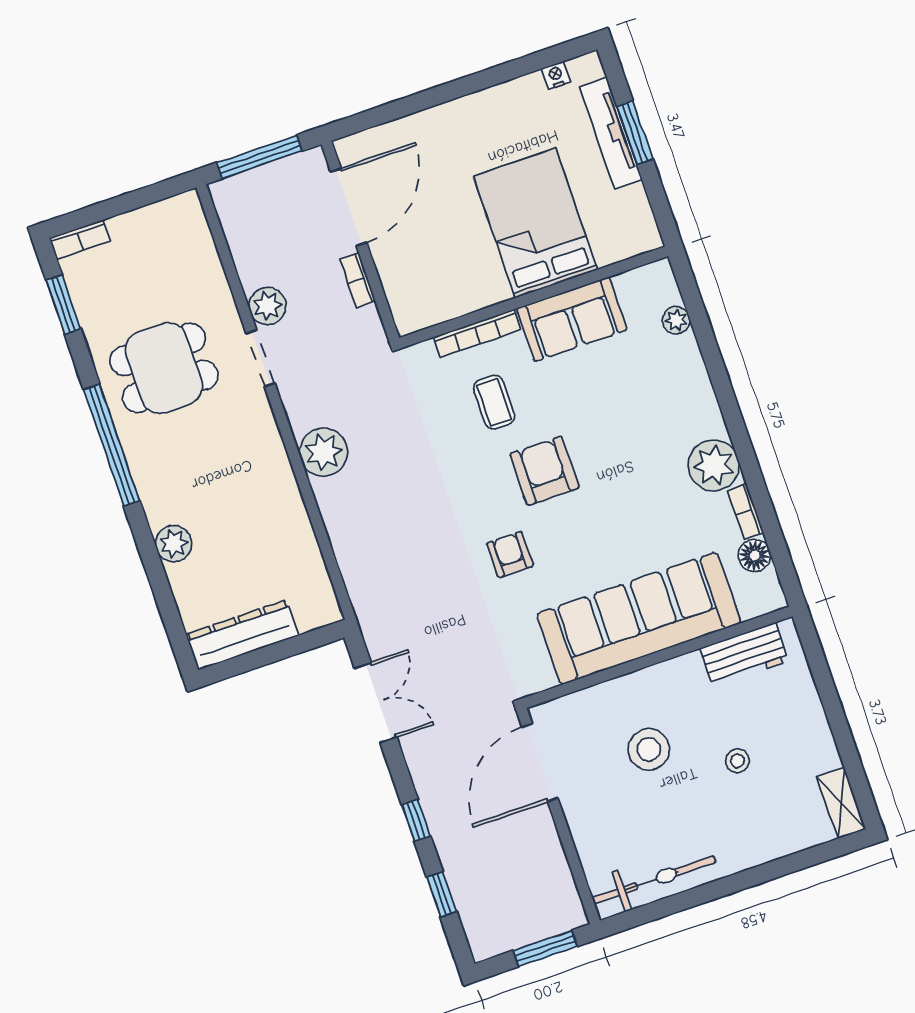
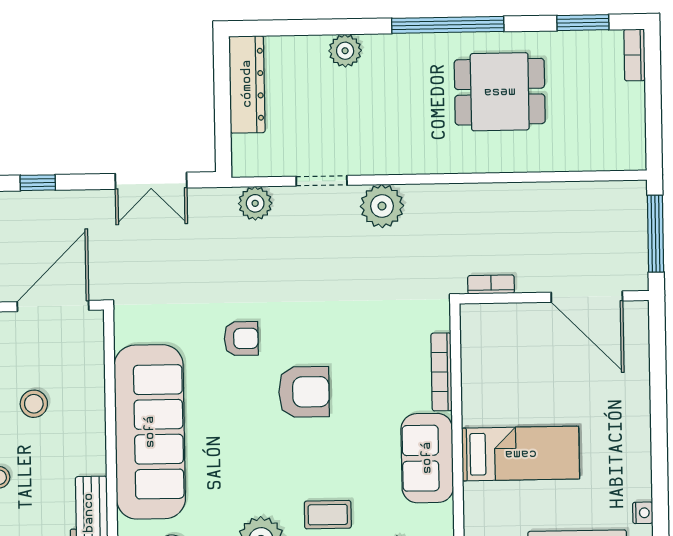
bed: (535, 223) -> (521, 454), width x0.67
bookcase: (358, 280) -> (491, 284), moved
plant: (267, 306) -> (255, 203), moved
doorway: (261, 358) -> (322, 181), moved
dining table: (164, 368) -> (500, 92), turned 90
coffee table: (494, 402) -> (328, 515), moved
stool: (649, 749) -> (34, 404), width x0.73, depth x0.73
door: (540, 762) -> (53, 306), hinge flipped

